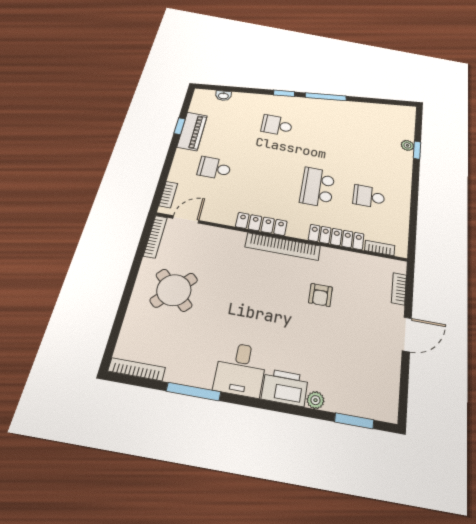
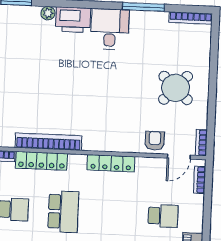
bookcase: (155, 237) -> (201, 143), width x0.64
bookcase: (283, 246) -> (48, 142), moved
armchair: (320, 295) -> (155, 141), moved

